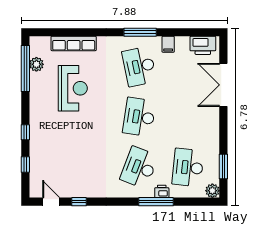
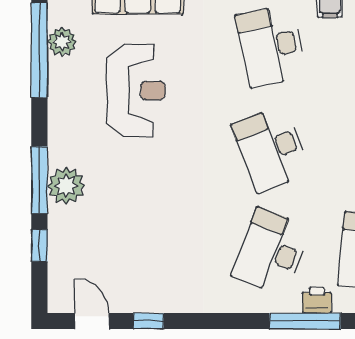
desk: (139, 117) -> (271, 149), turned -30
window: (25, 132) -> (39, 180), width x2.17
plant: (38, 135) -> (66, 186), added

